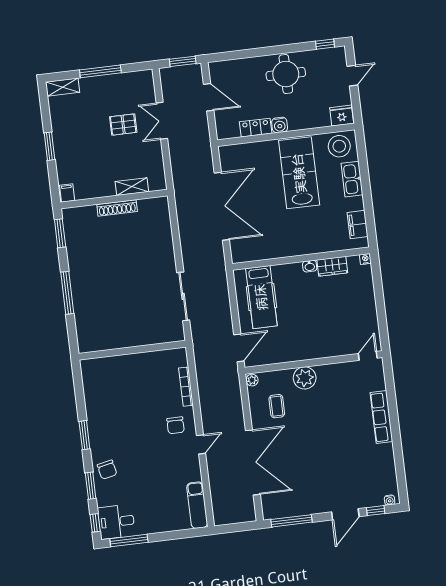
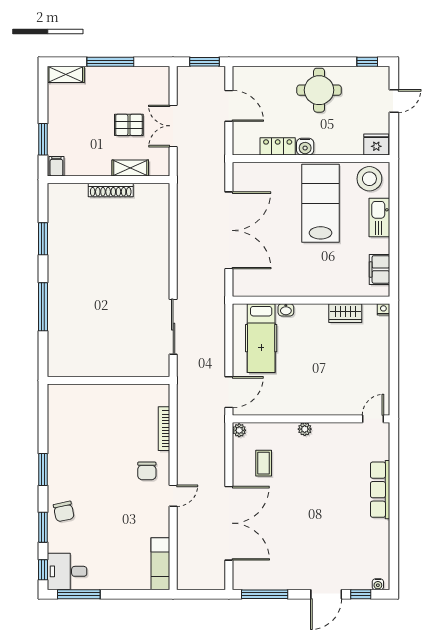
shelving: (132, 187) -> (130, 168), moved
filing cabinet: (67, 193) -> (56, 166), moved
wall: (114, 199) -> (108, 180), moved
shoe rack: (117, 208) -> (111, 190), moved
washbasin: (310, 266) -> (286, 310), moved
plant: (305, 378) -> (305, 429), width x0.53, depth x0.53

